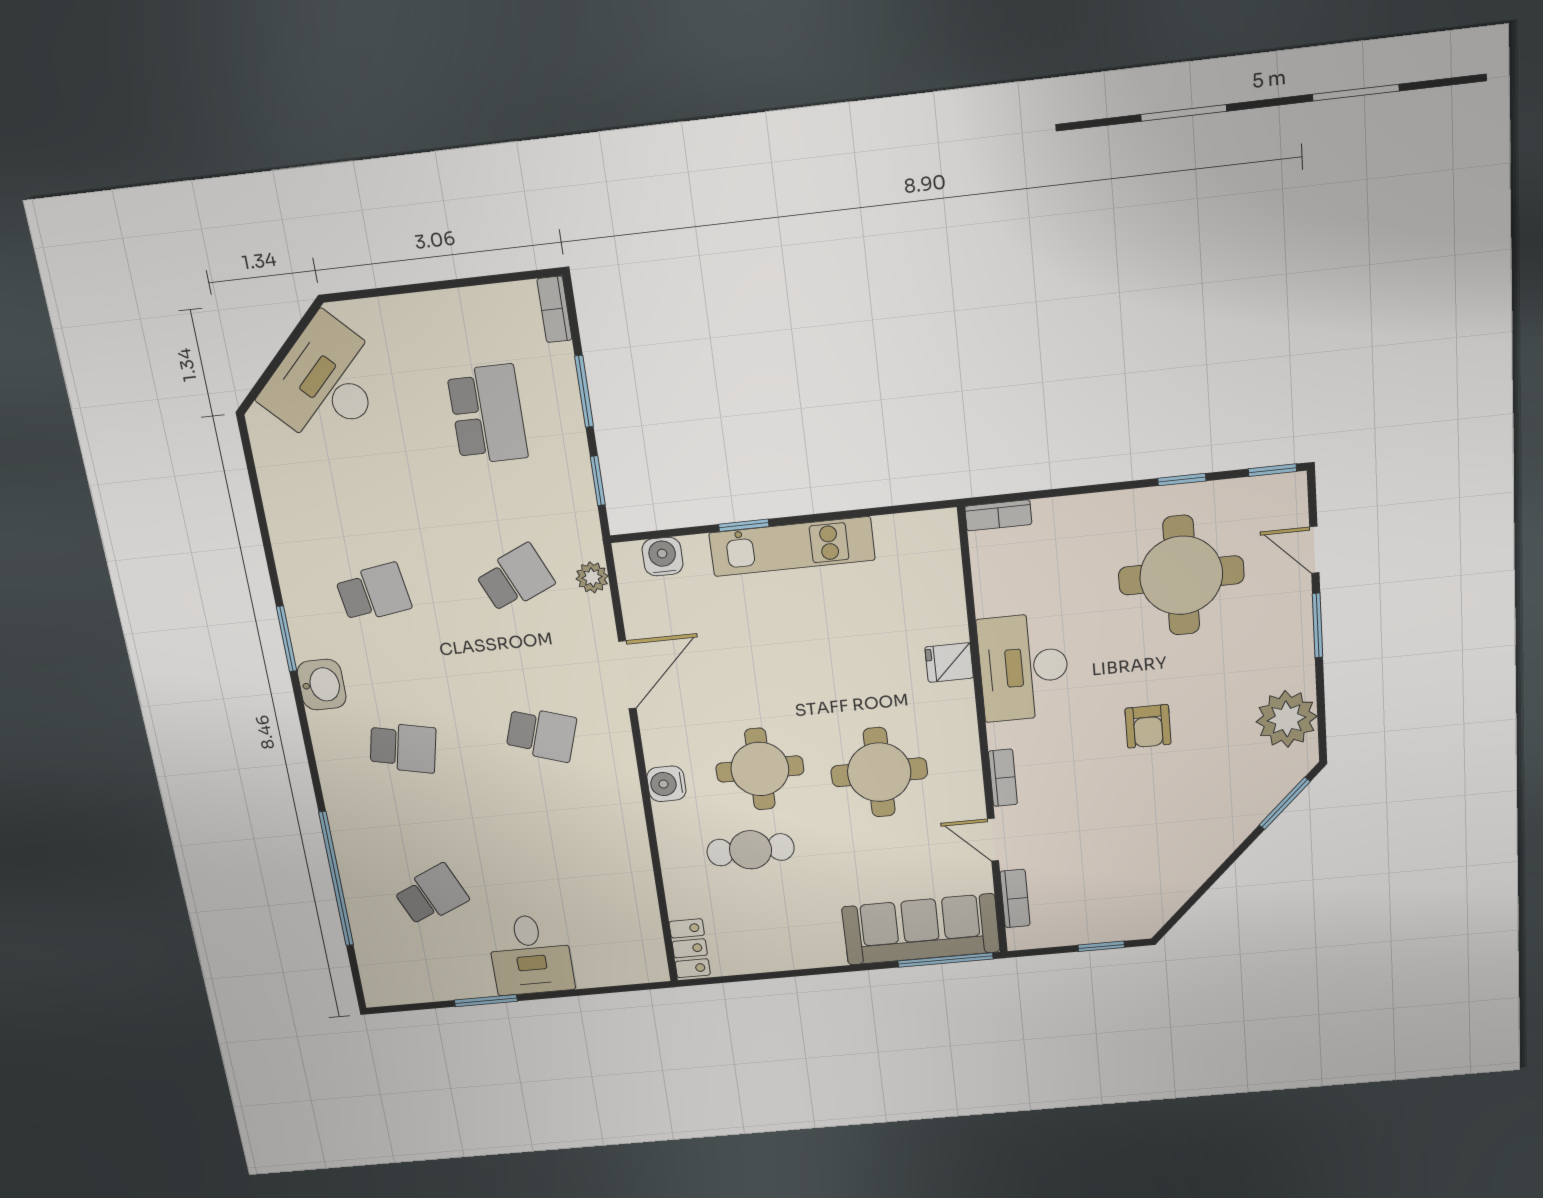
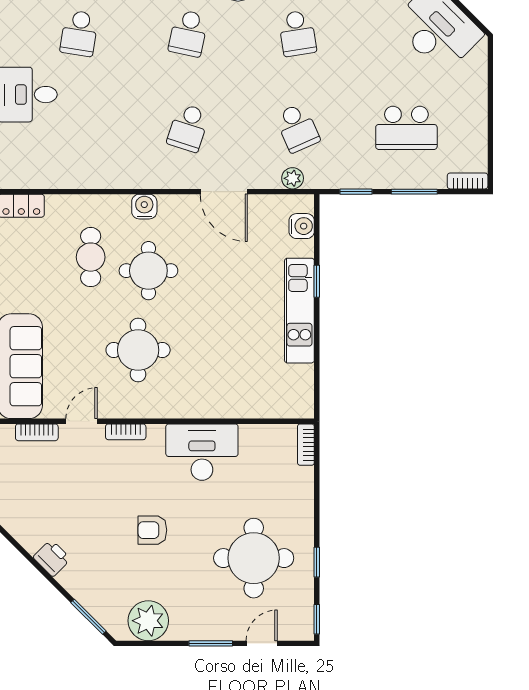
fridge: (949, 663) -> (210, 404), removed
printer: (1199, 861) -> (52, 558), added
school desk: (431, 895) -> (79, 33), turned 33

